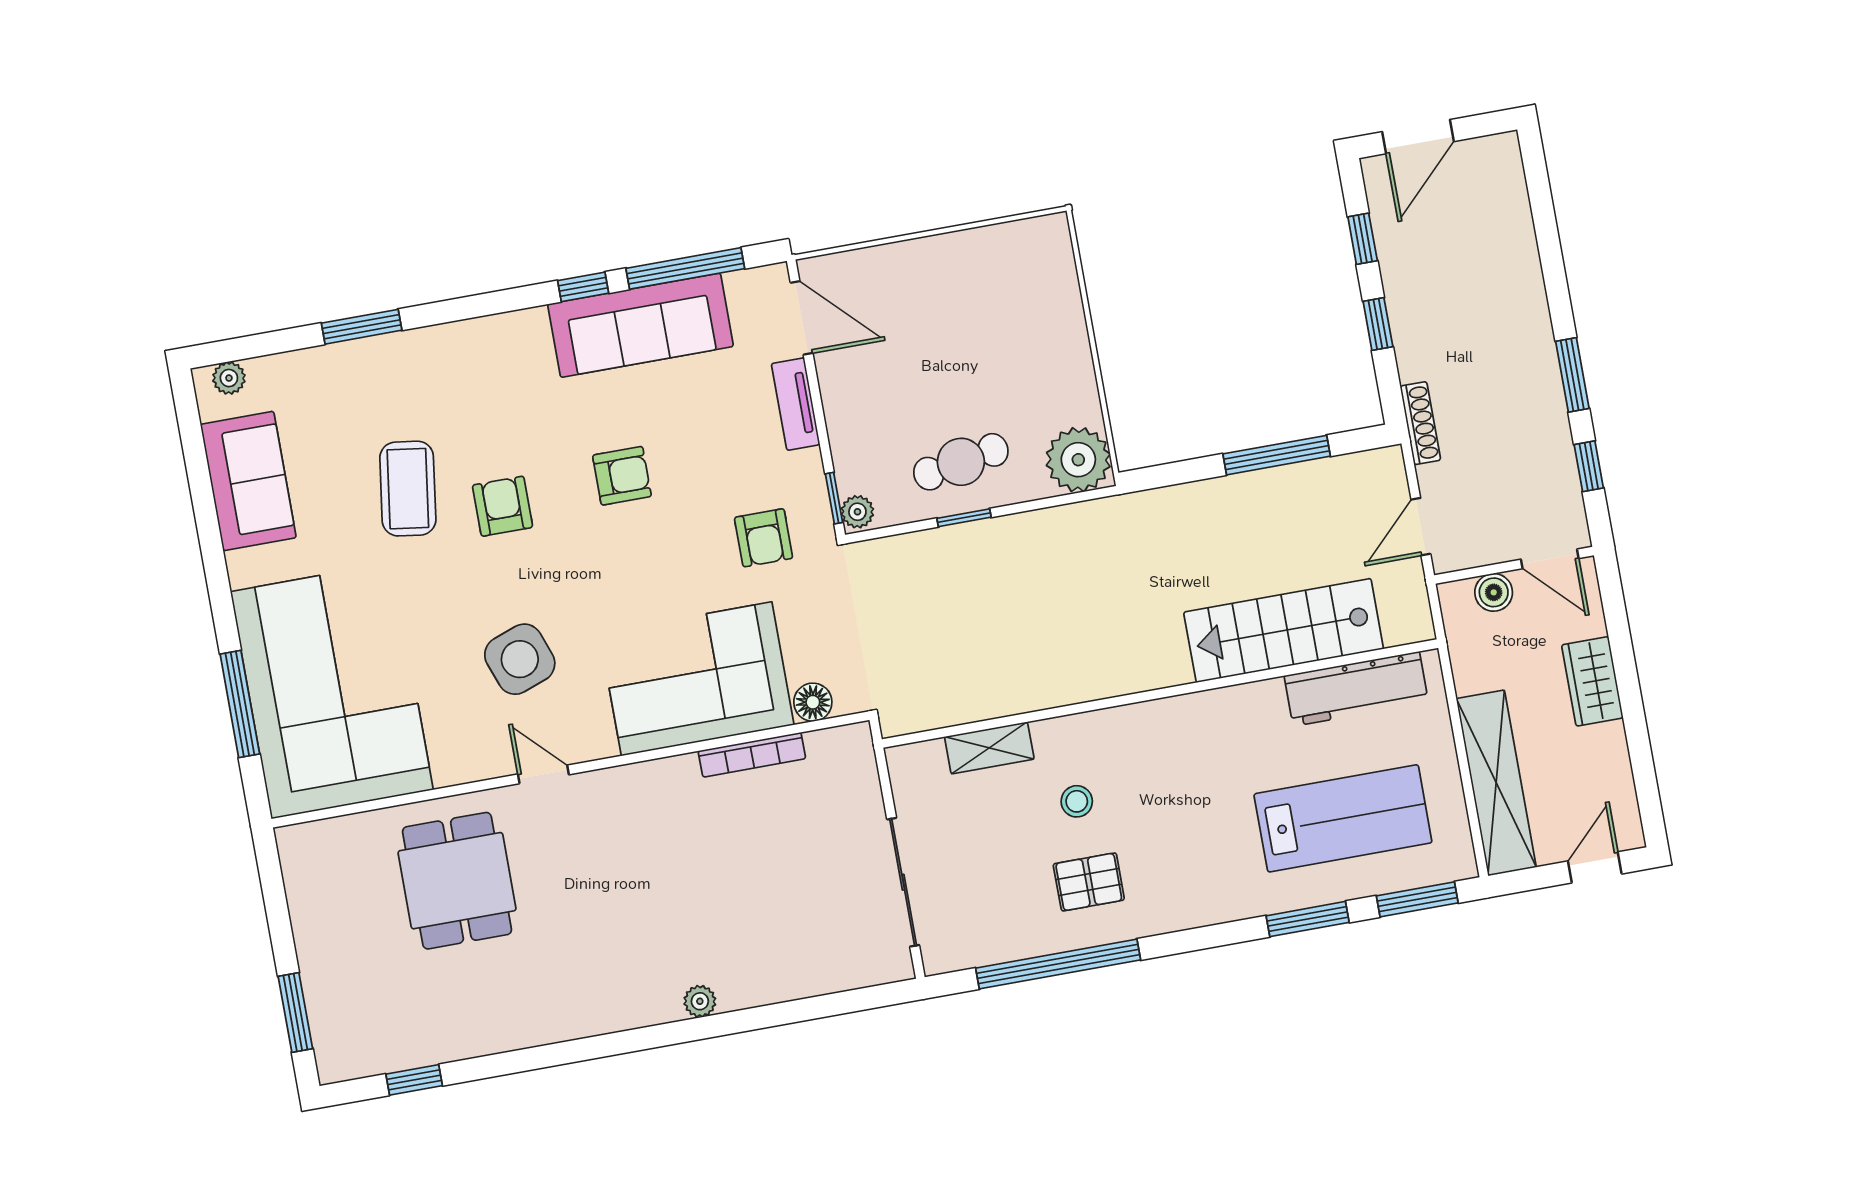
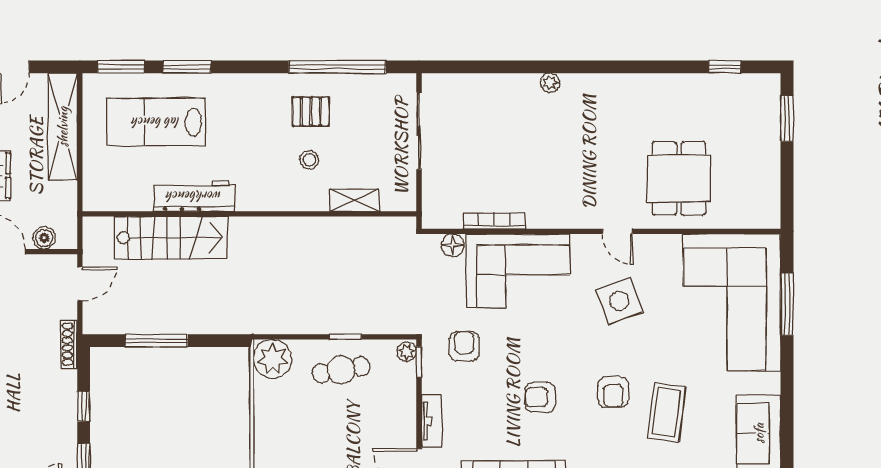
workbench: (1356, 689) -> (194, 196), moved

